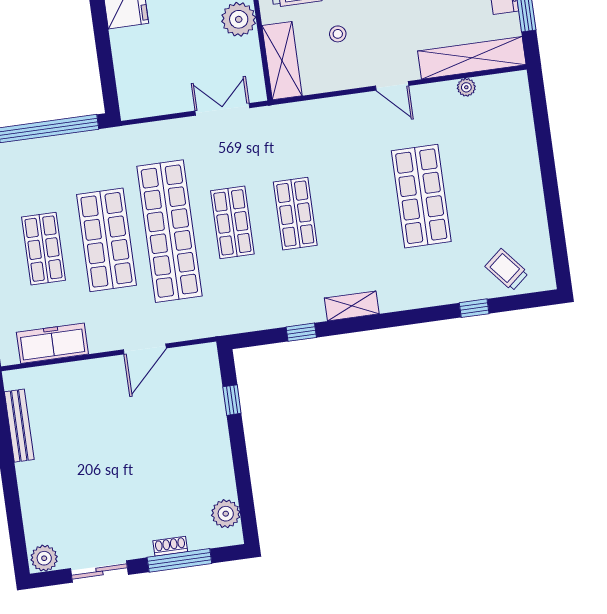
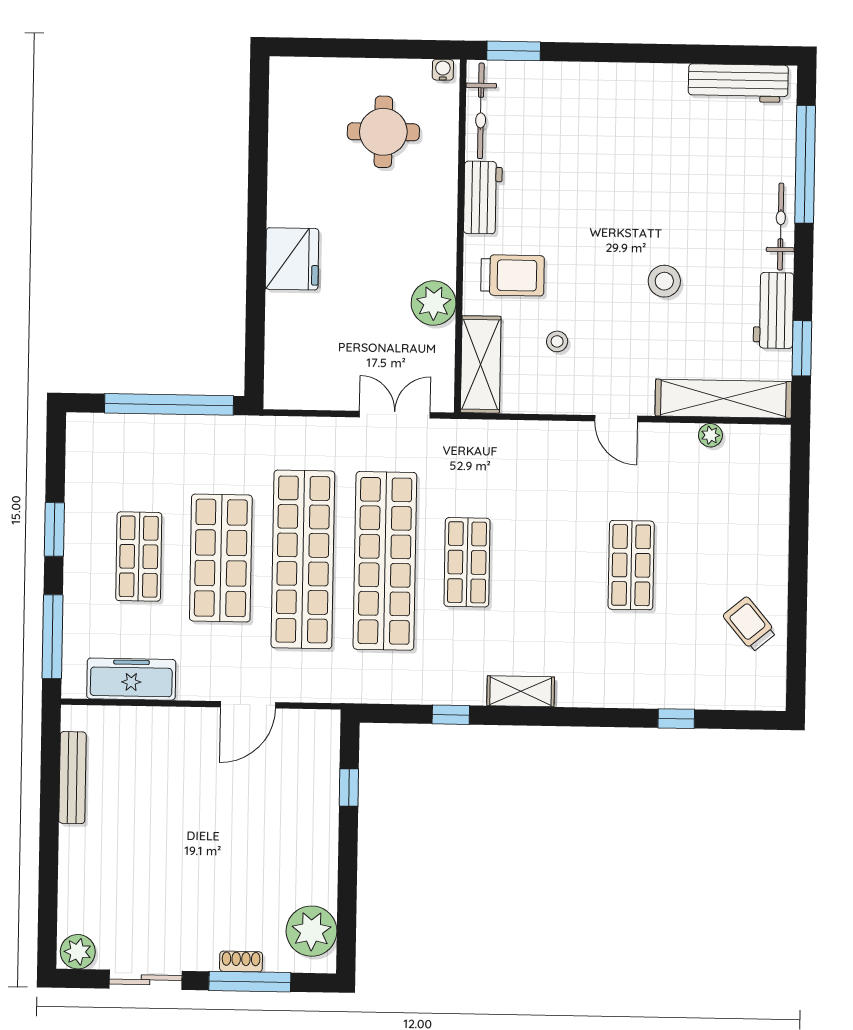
shop shelf: (421, 196) -> (631, 565), width x0.70, depth x0.74
shop shelf: (232, 222) -> (385, 561), width x2.00, depth x1.36
trolley: (507, 270) -> (750, 624), moved
plant: (226, 514) -> (312, 931), width x1.36, depth x1.36

